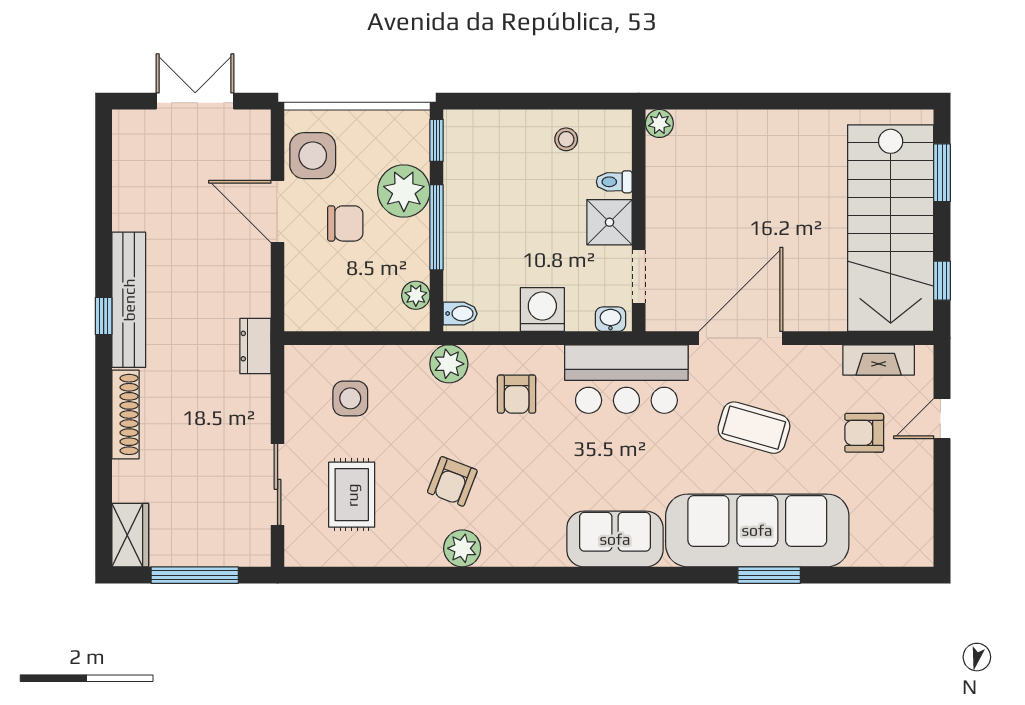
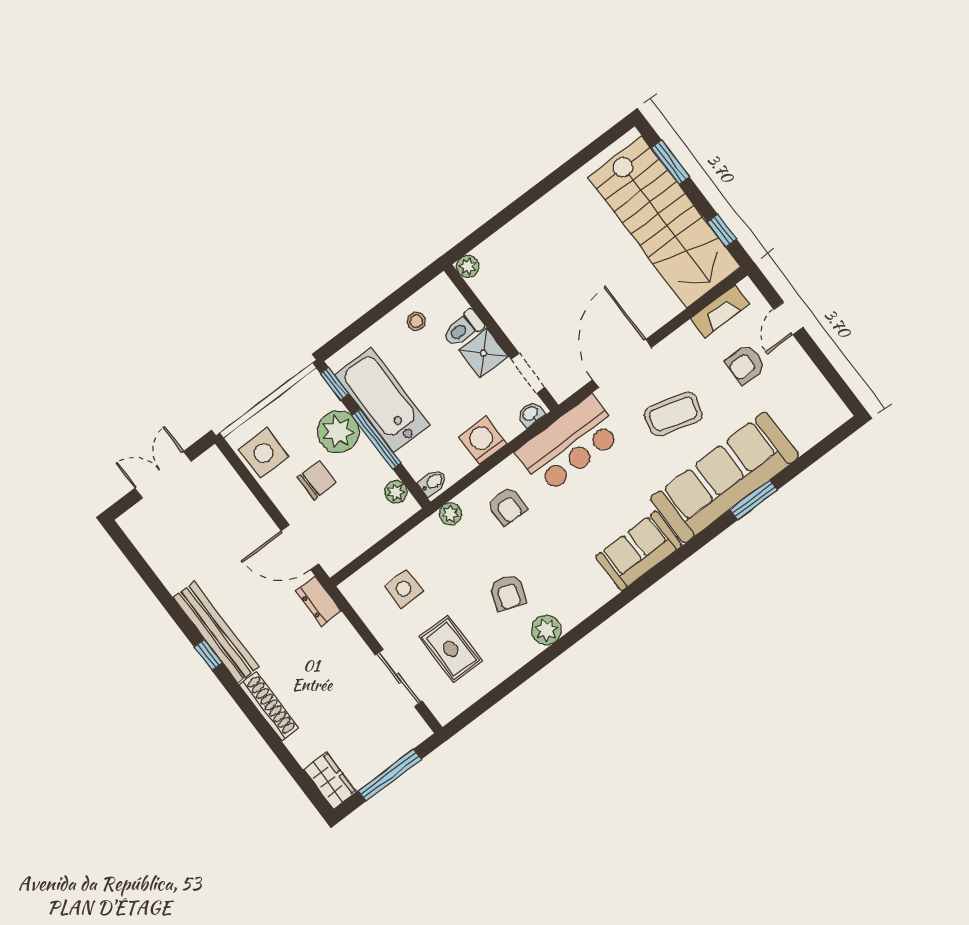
toilet: (614, 182) -> (463, 328), width x1.37, depth x1.39
bathtub: (472, 193) -> (382, 400), added
door: (278, 211) -> (300, 547), moved
plant: (449, 364) -> (450, 514), width x0.73, depth x0.73

